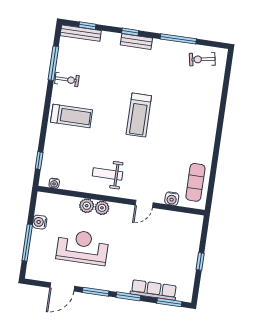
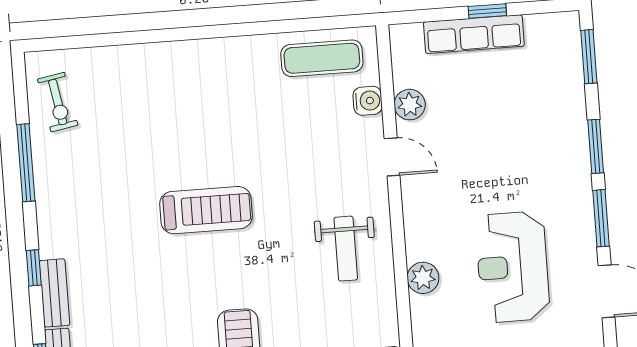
bench: (136, 42) -> (55, 293), moved
plant: (102, 208) -> (410, 105), moved
row of seats: (154, 290) -> (474, 34), moved, turned -90

